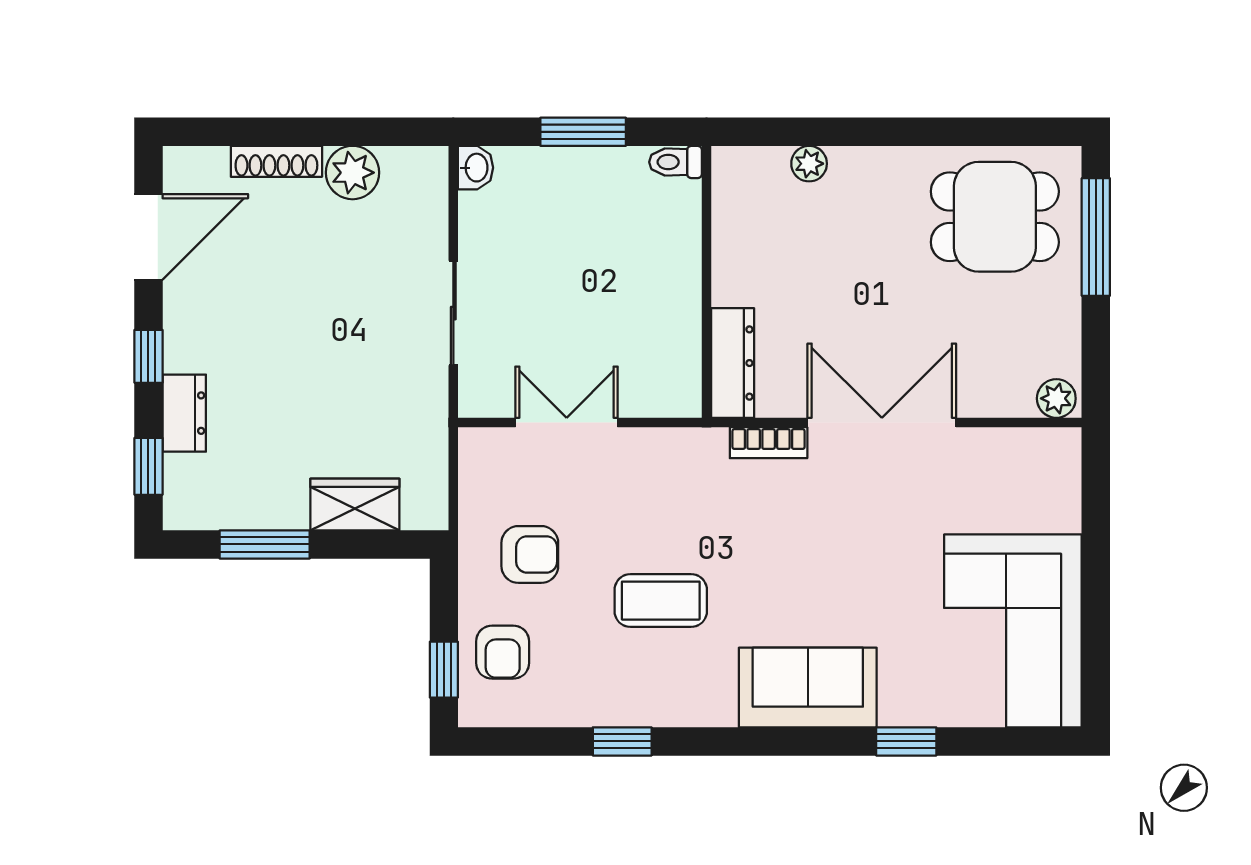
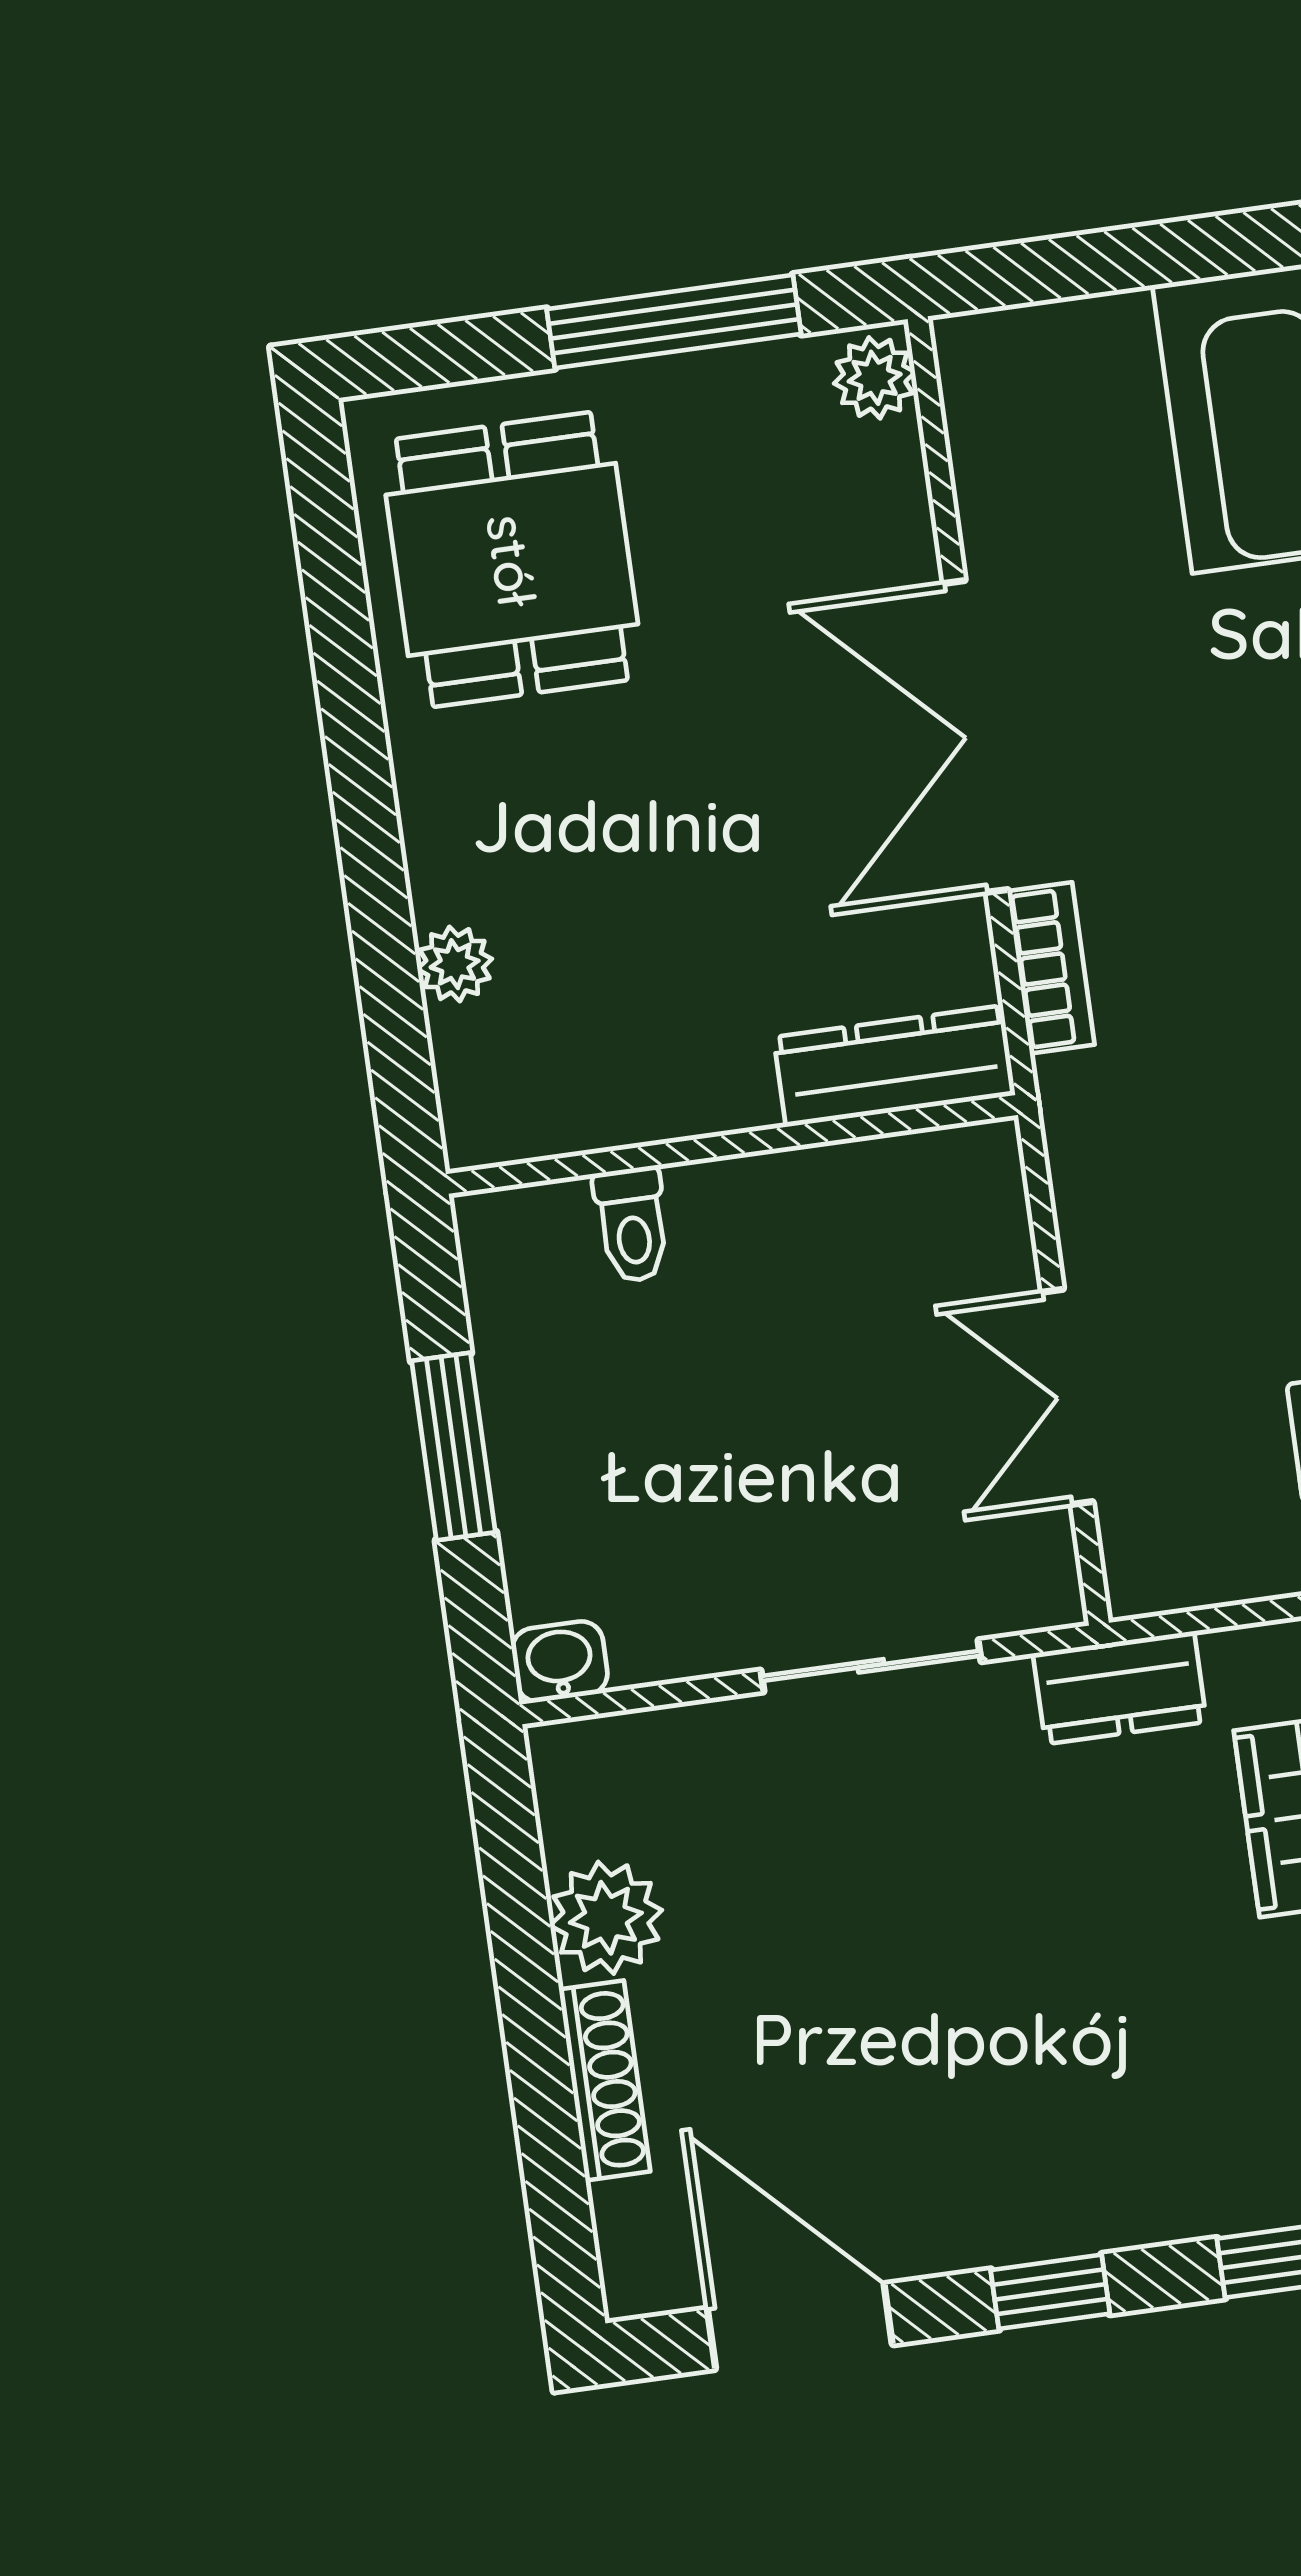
toilet: (676, 162) -> (632, 1225), moved
window: (1096, 237) -> (674, 321), moved
dresser: (184, 413) -> (1120, 1688), moved, turned 180

